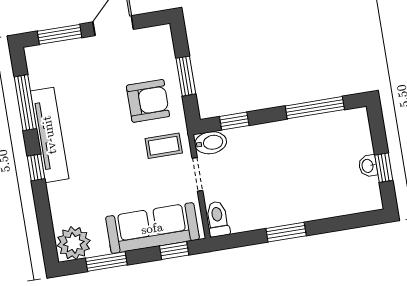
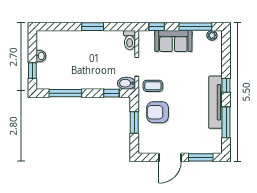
window: (384, 168) -> (32, 71), moved
sofa: (152, 228) -> (173, 41), width x0.73
plant: (74, 243) -> (212, 35), width x0.53, depth x0.53
window: (106, 262) -> (195, 27), width x1.44

